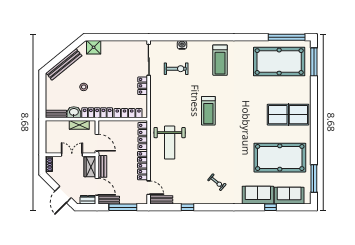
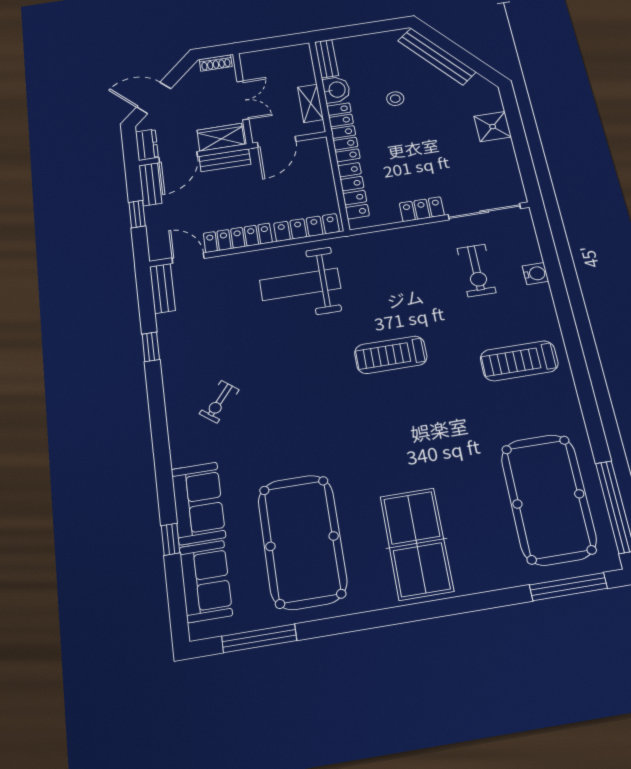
shower: (94, 47) -> (493, 127), moved
door: (149, 188) -> (188, 258), swing flipped
window: (123, 207) -> (137, 214), width x0.46

